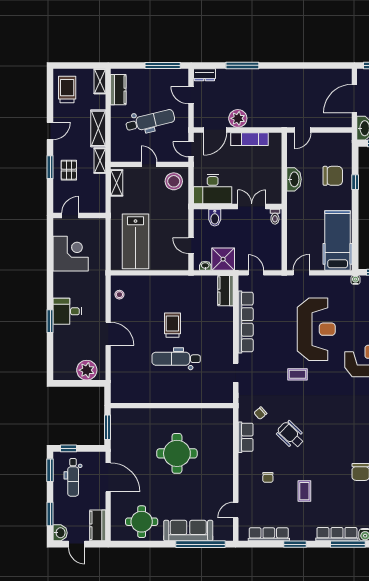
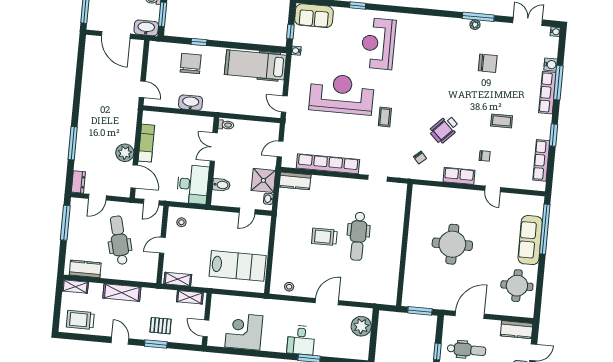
shelving: (100, 161) -> (190, 297), moved
stool: (174, 181) -> (181, 222), width x0.53, depth x0.53
row of seats: (246, 437) -> (459, 176), moved
door: (236, 510) -> (493, 189), moved

